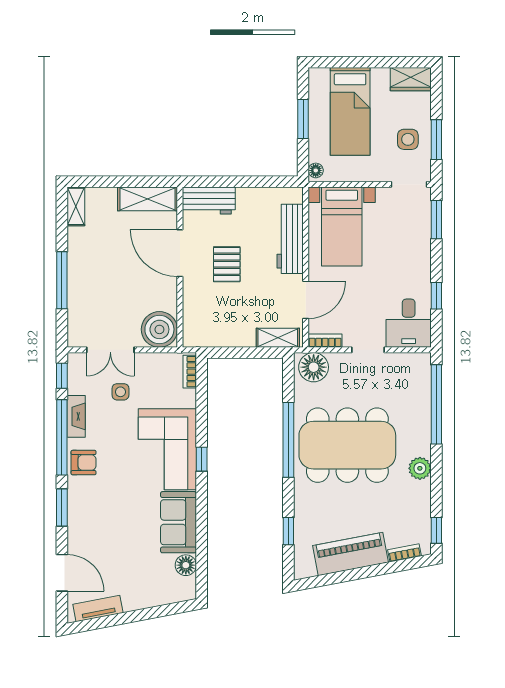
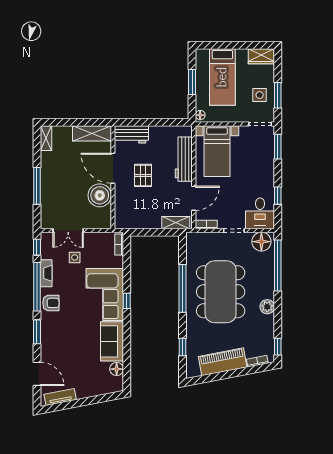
boiler: (159, 329) -> (100, 195), moved
floor lamp: (314, 367) -> (261, 242), moved
dining table: (347, 445) -> (221, 292), turned 90

